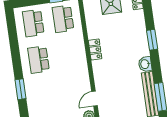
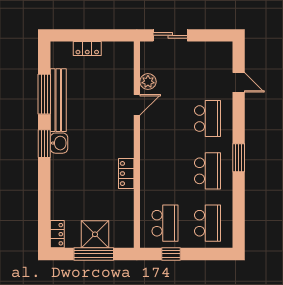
window: (152, 40) -> (44, 144), moved
window: (21, 89) -> (239, 158), moved
school desk: (44, 96) -> (208, 119), added

